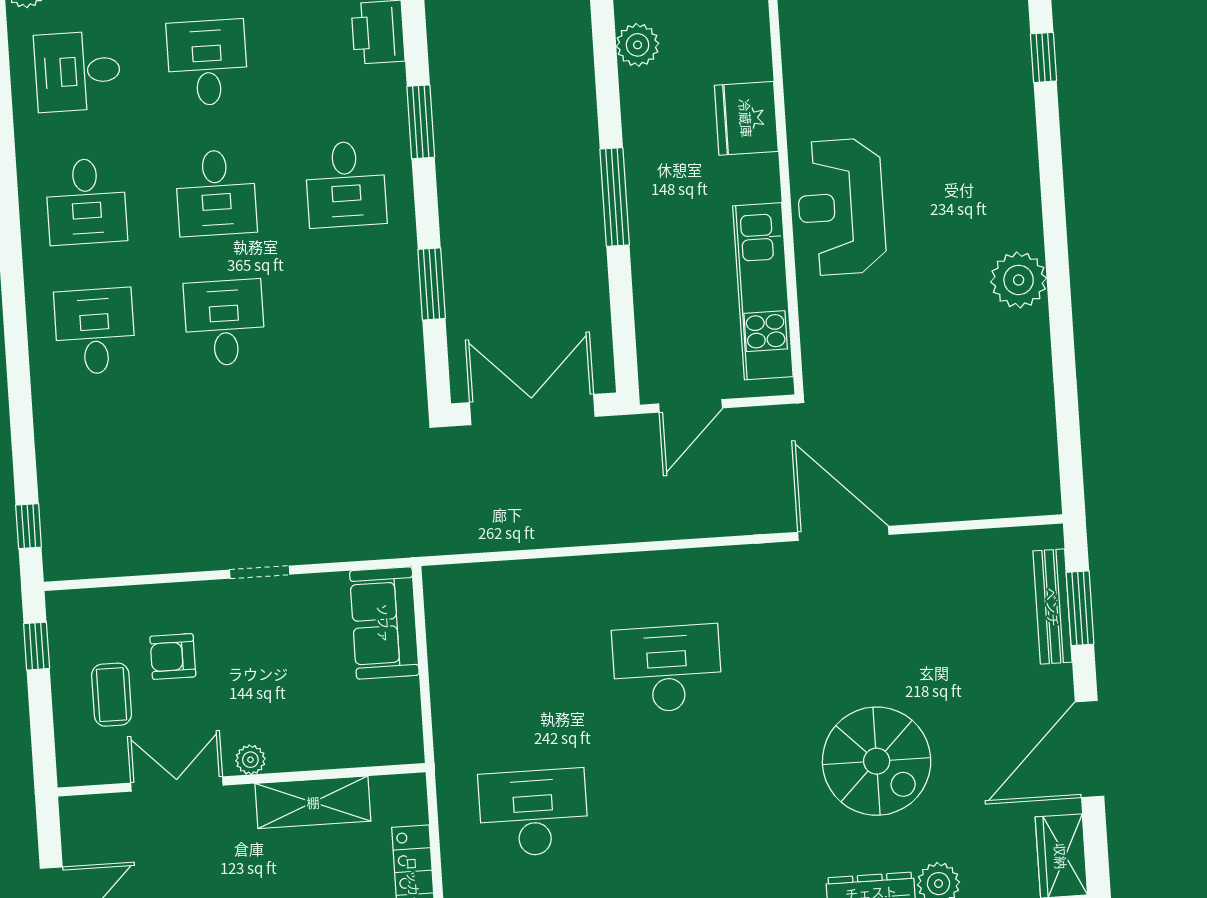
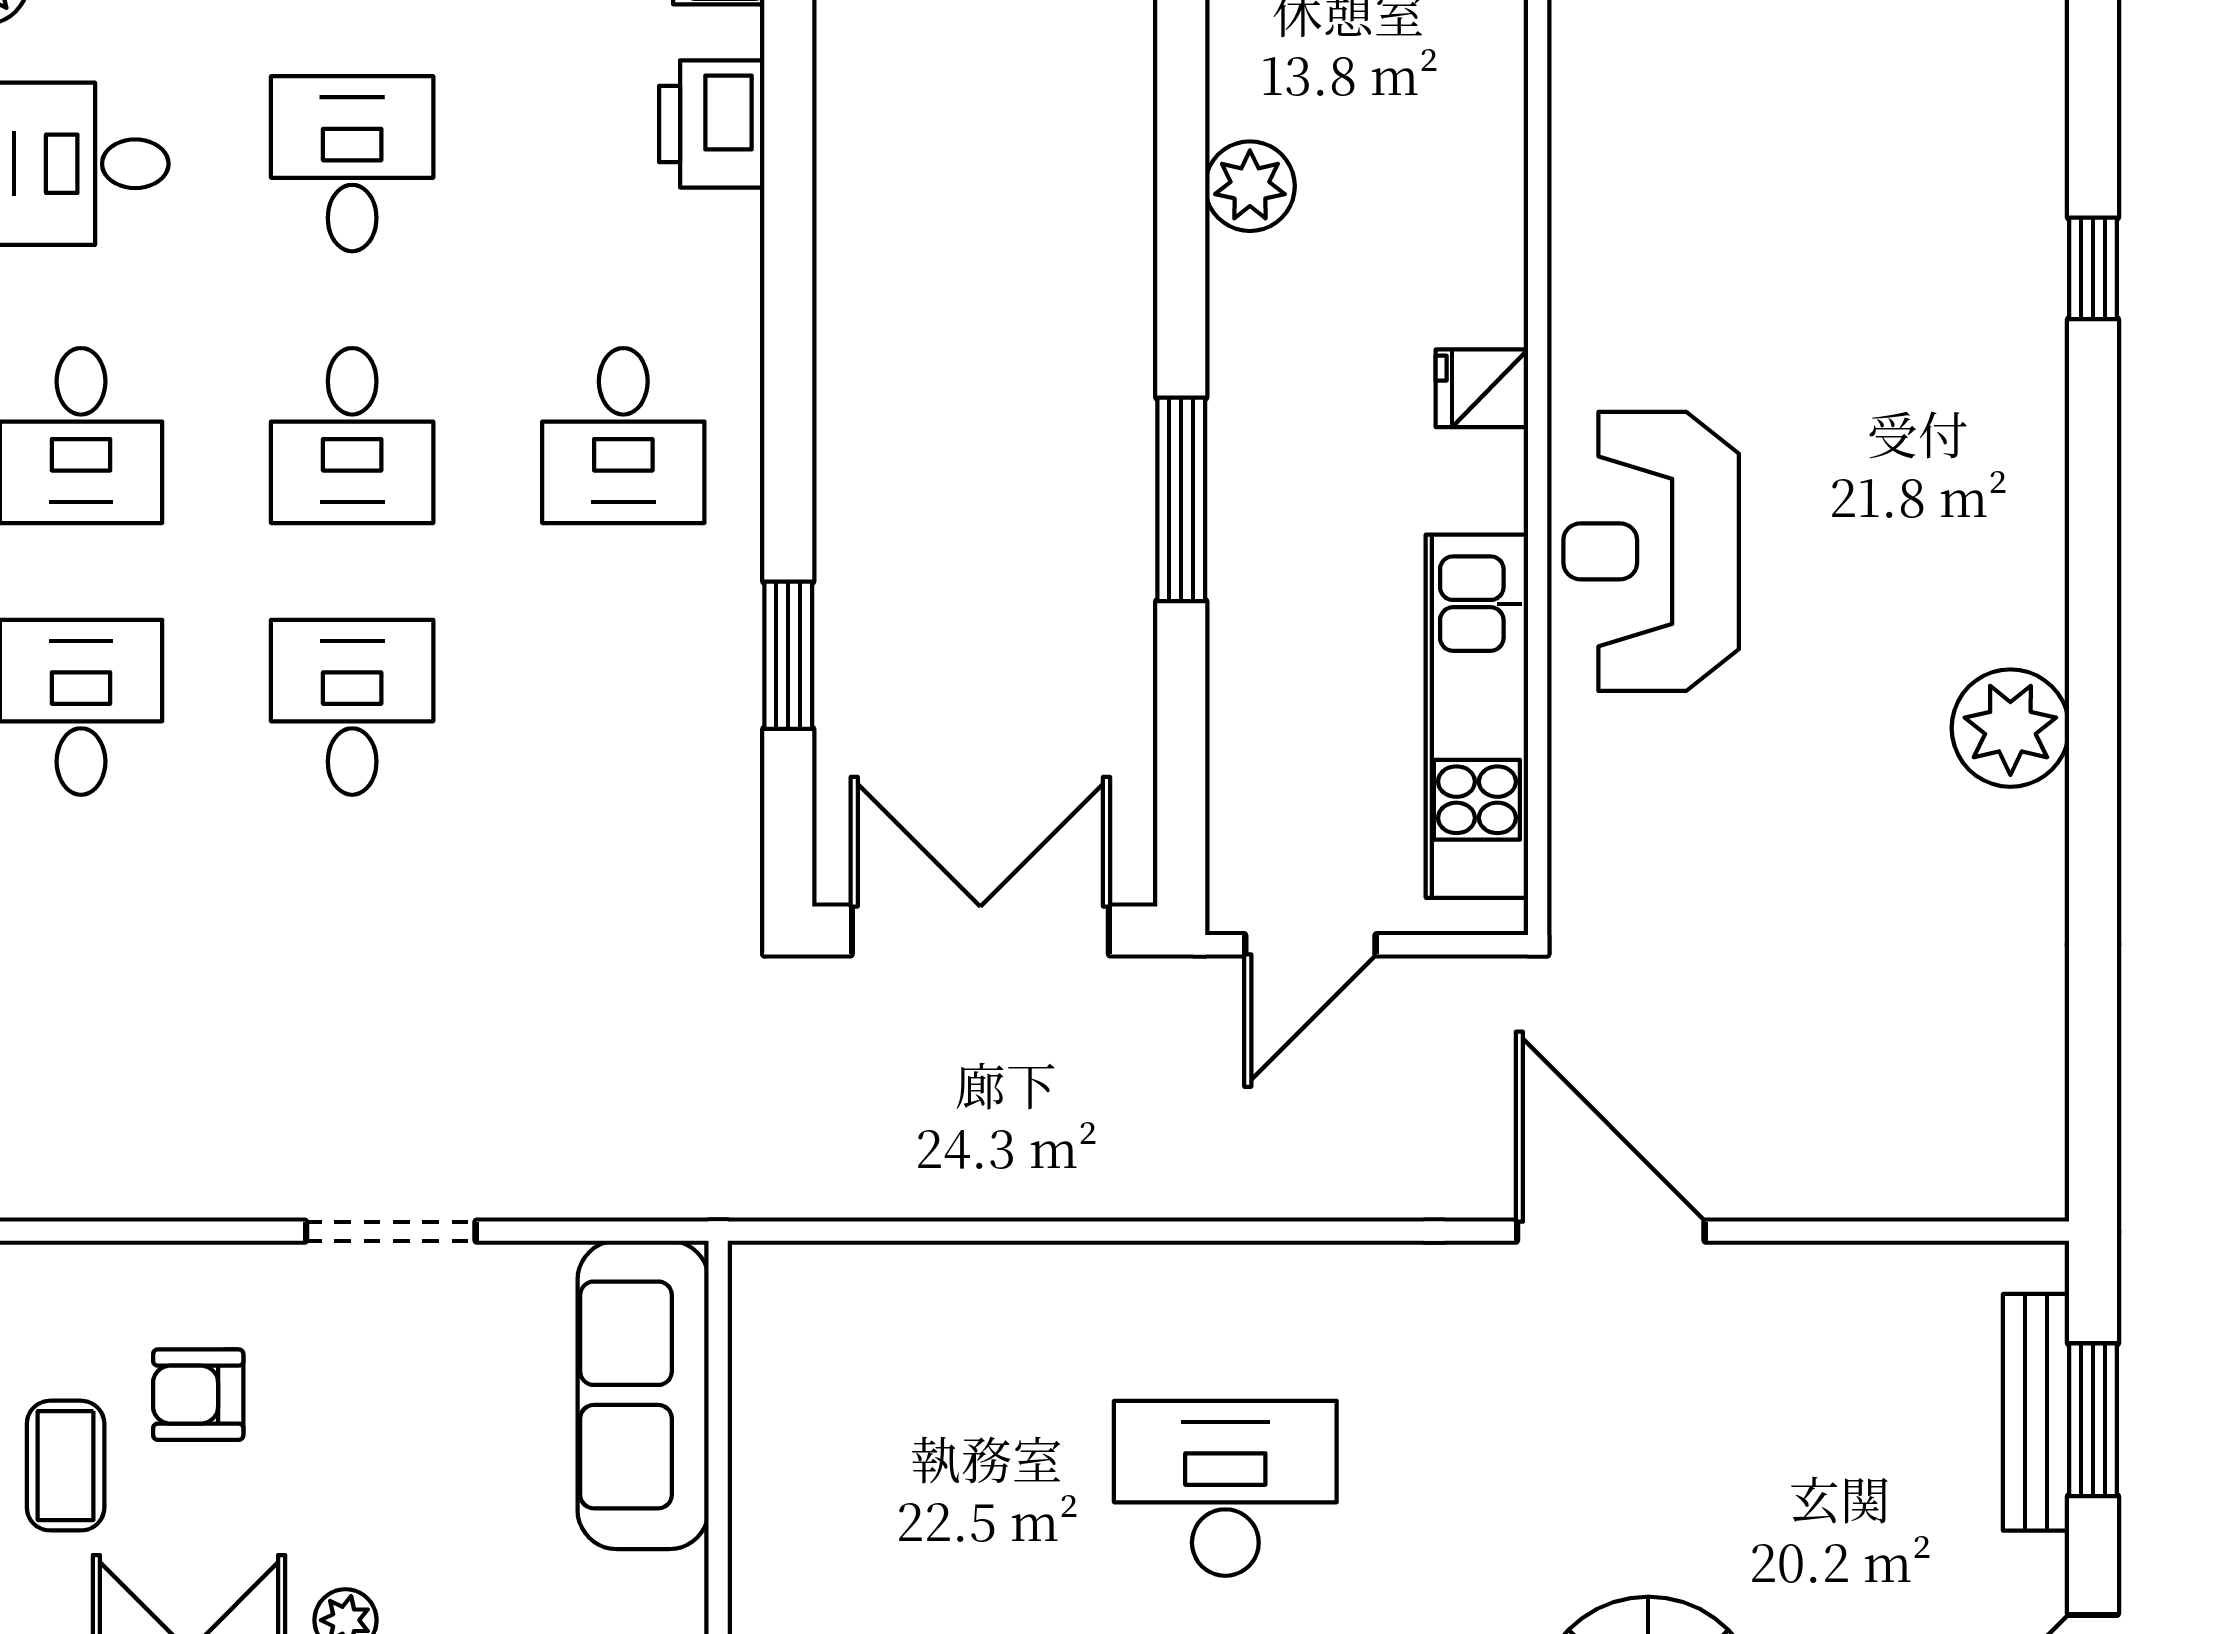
fridge: (746, 118) -> (1482, 388), width x0.53, depth x0.75
window: (421, 122) -> (788, 316), removed
doorway: (260, 572) -> (391, 1231), width x1.38
sofa: (384, 623) -> (643, 1395), width x1.36

